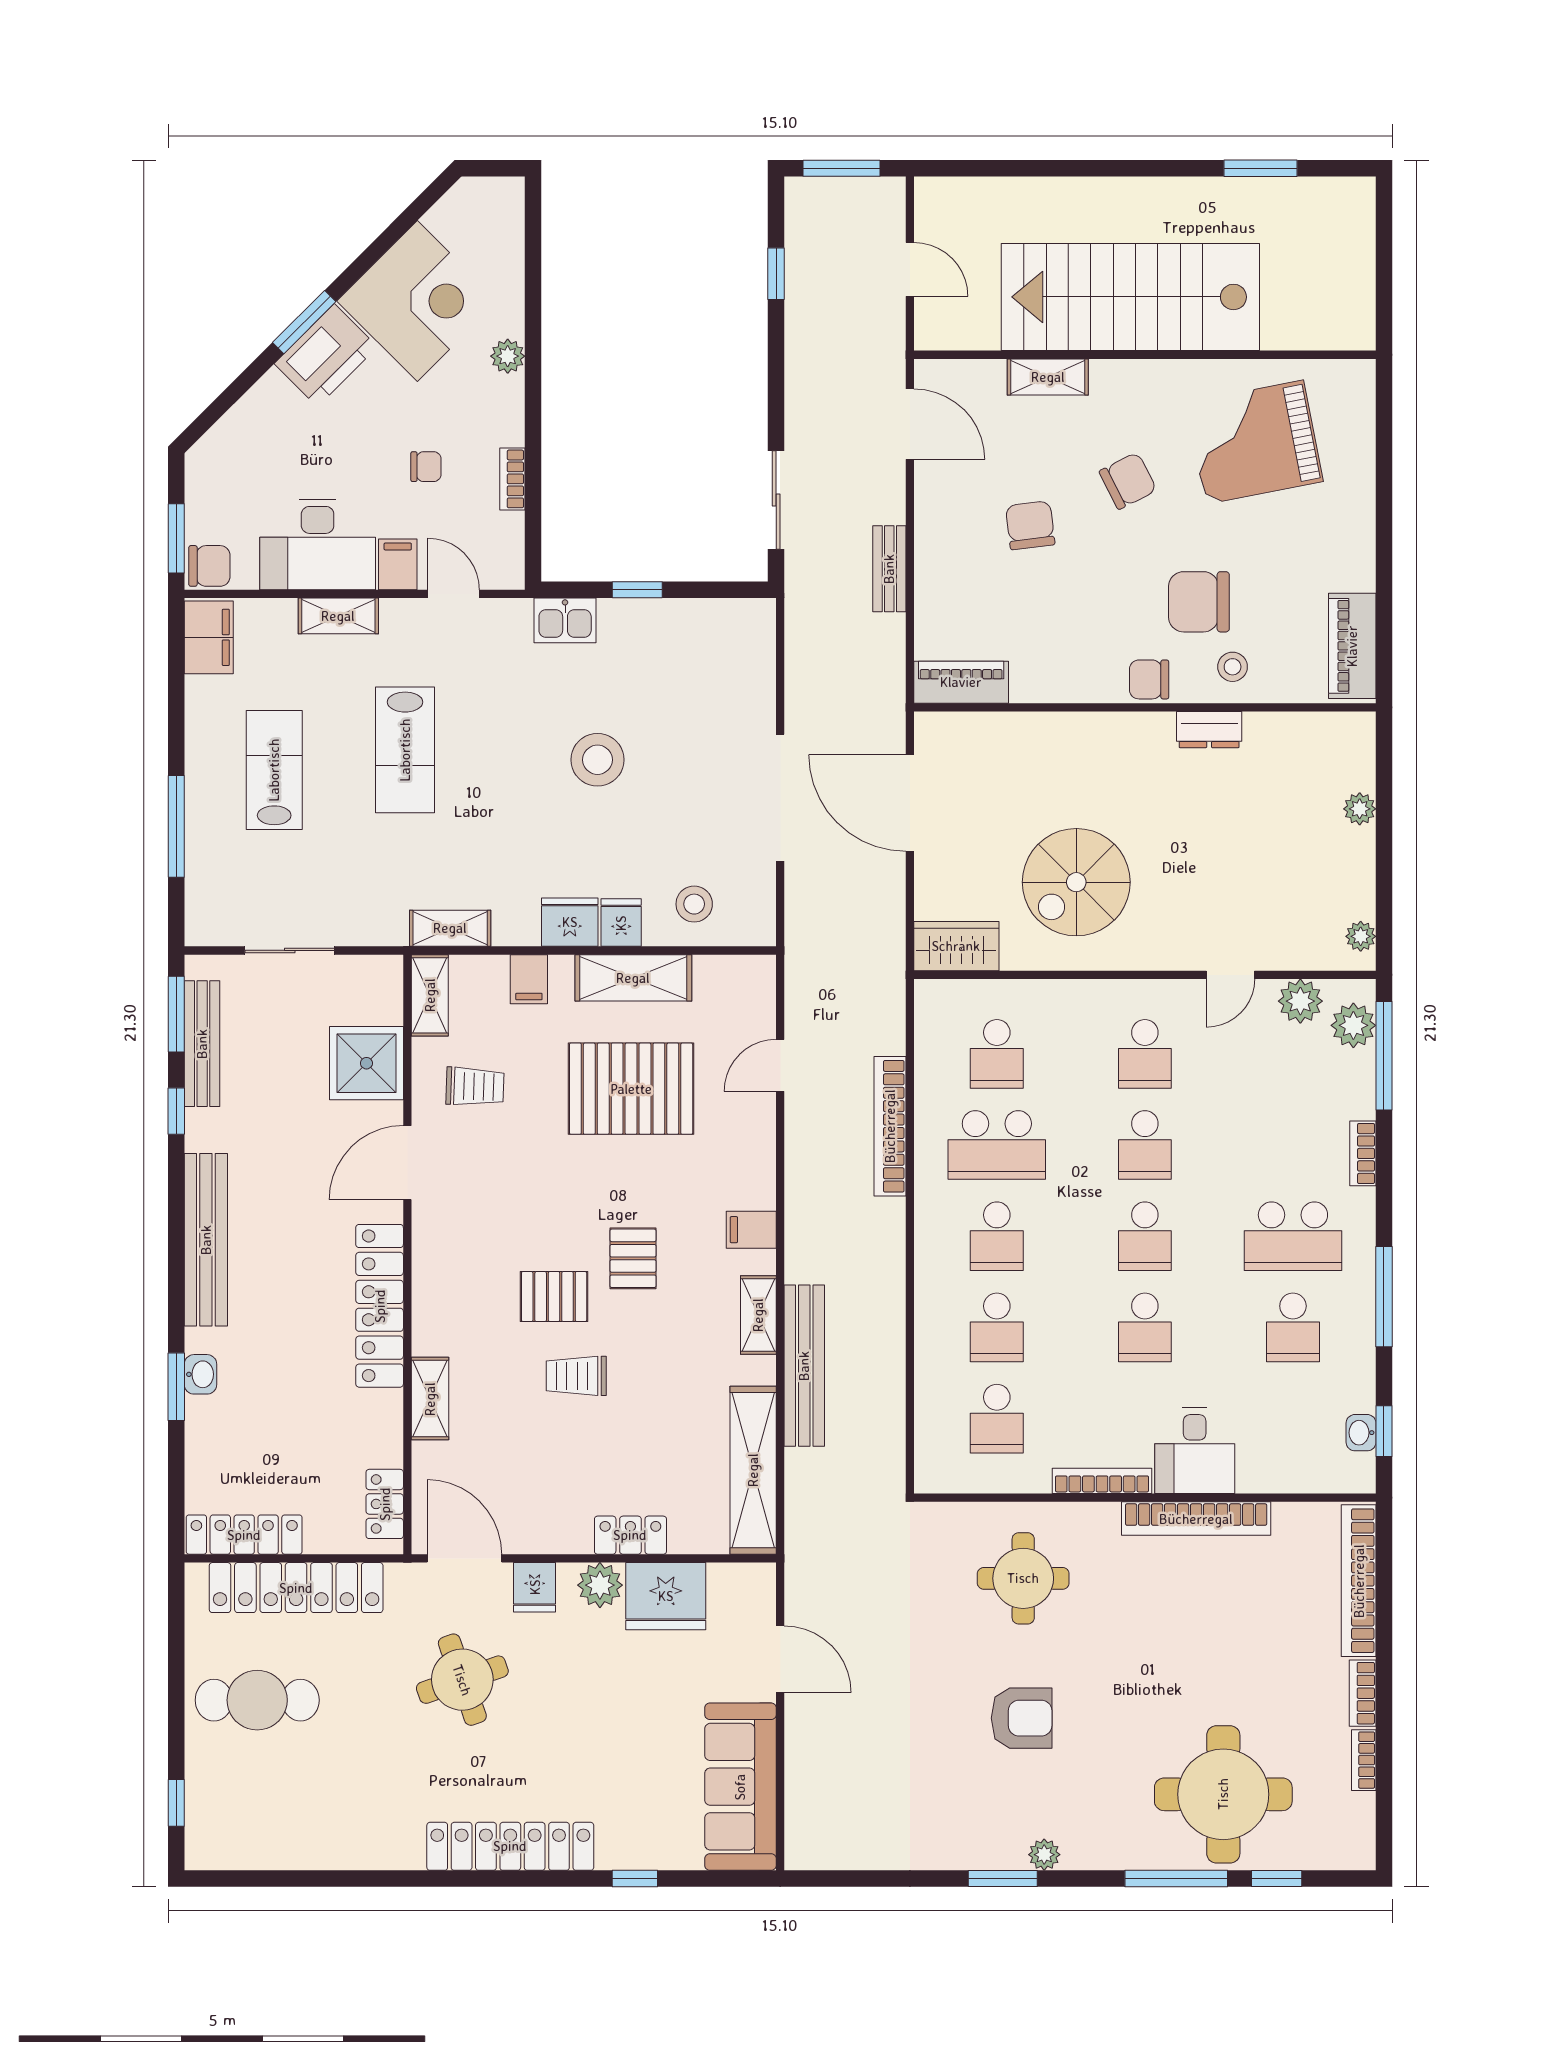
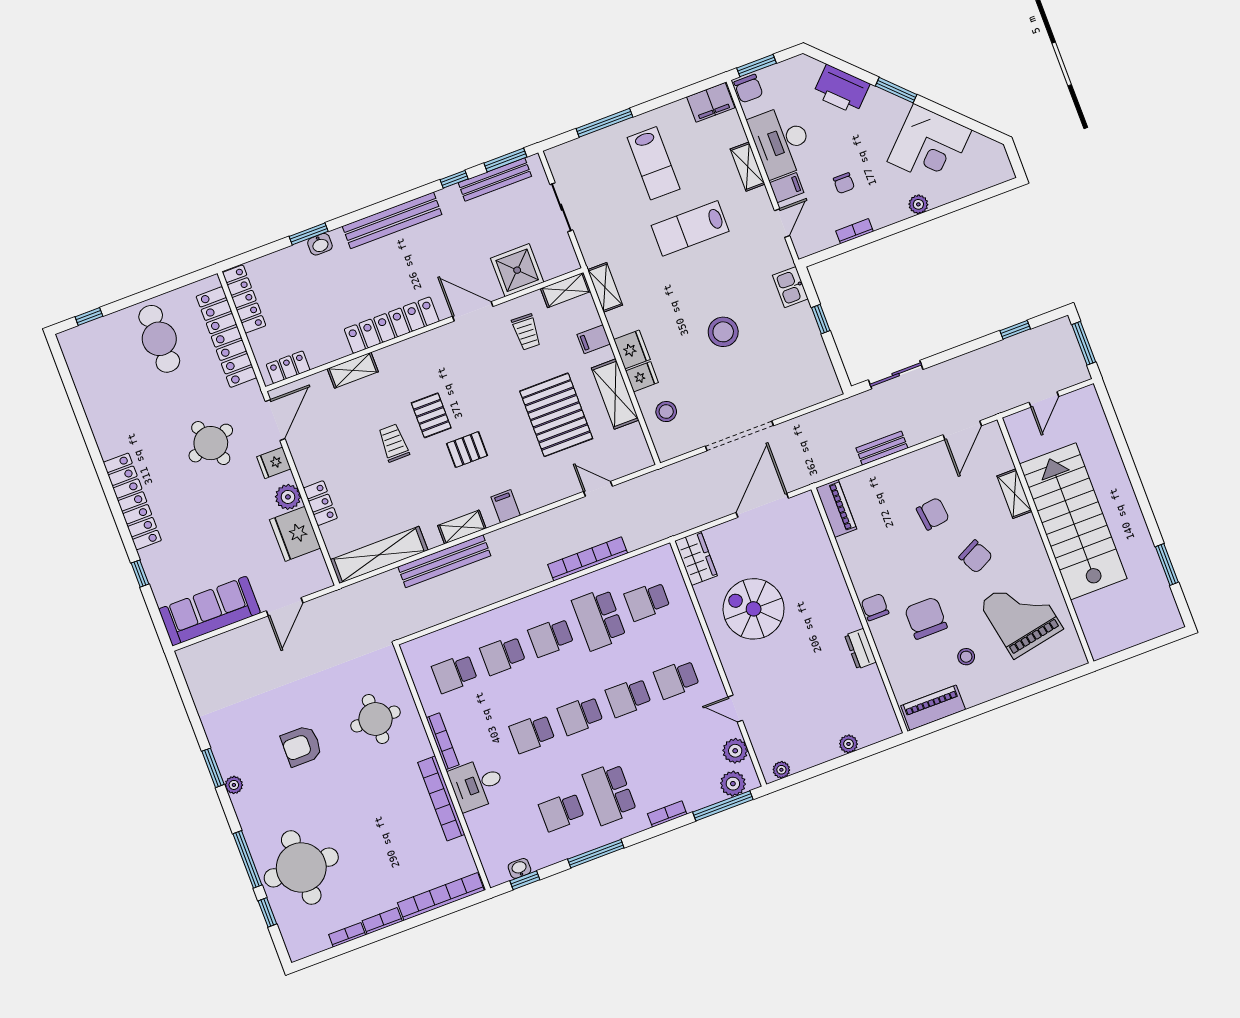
printer: (326, 355) -> (841, 89), moved
stool: (1233, 667) -> (966, 657), moved
lab bench: (274, 770) -> (654, 163), turned 90
armchair: (1022, 1718) -> (301, 746), turned 90

